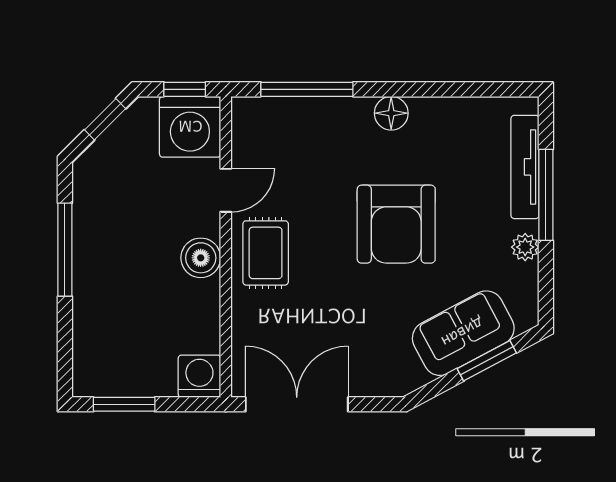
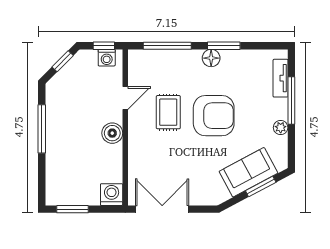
window: (416, 89) -> (224, 46), added
washing machine: (190, 127) -> (107, 58), width x0.53, depth x0.53
tv unit: (525, 167) -> (281, 78), width x0.71
armchair: (396, 224) -> (214, 116), turned -90
rug: (266, 253) -> (168, 112), moved

